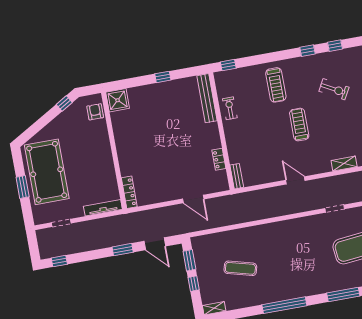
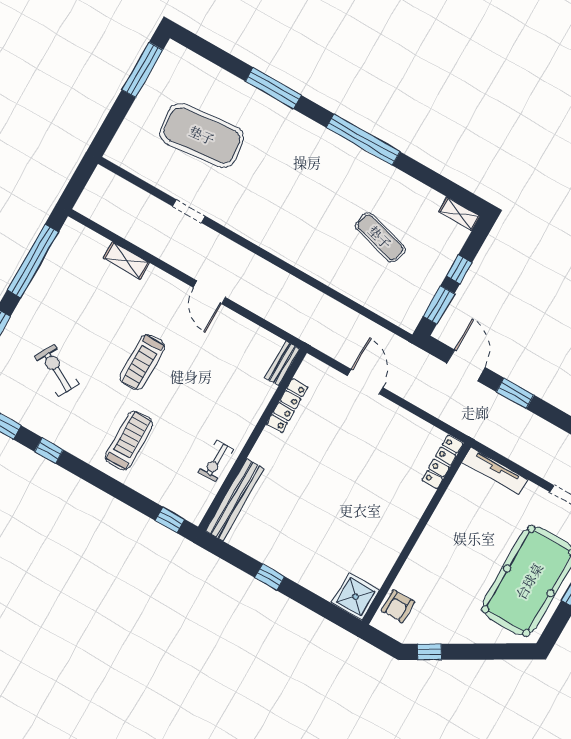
locker: (219, 159) -> (287, 406), width x1.53

